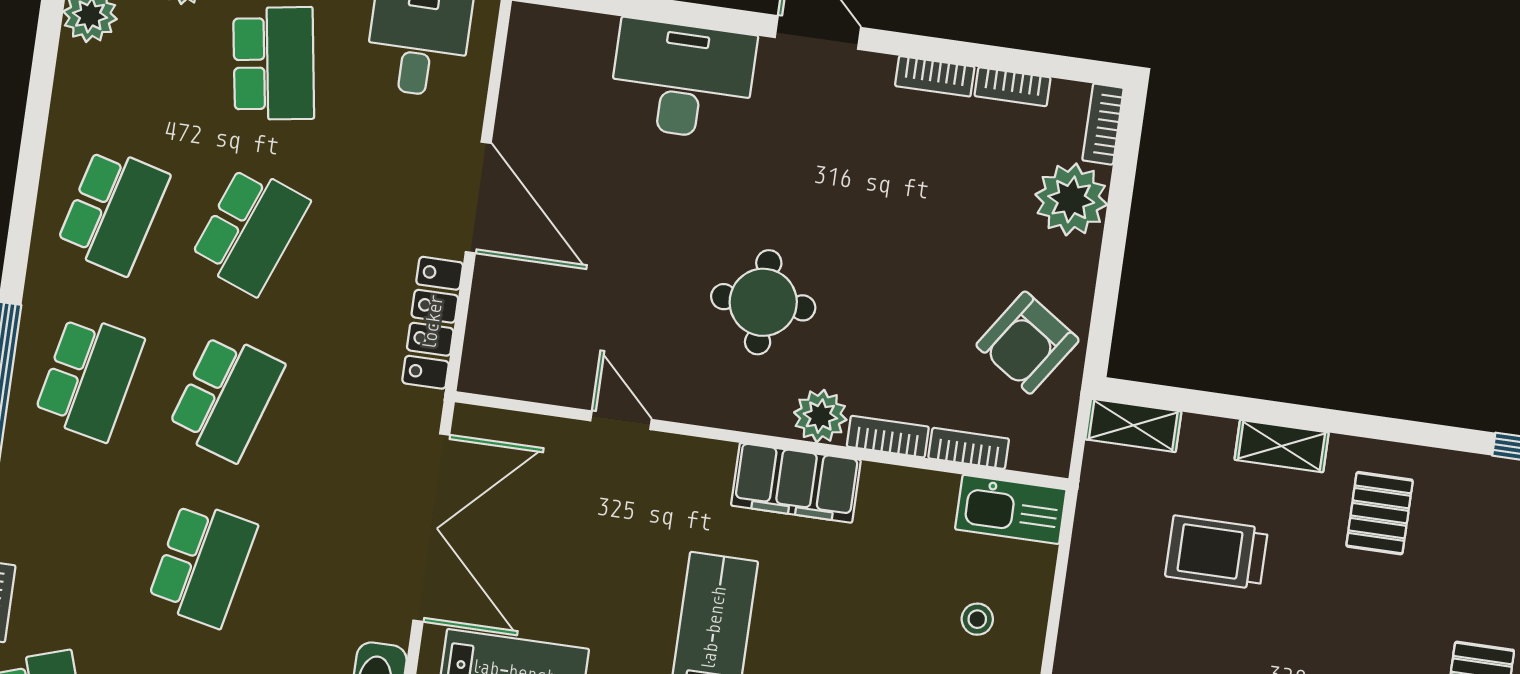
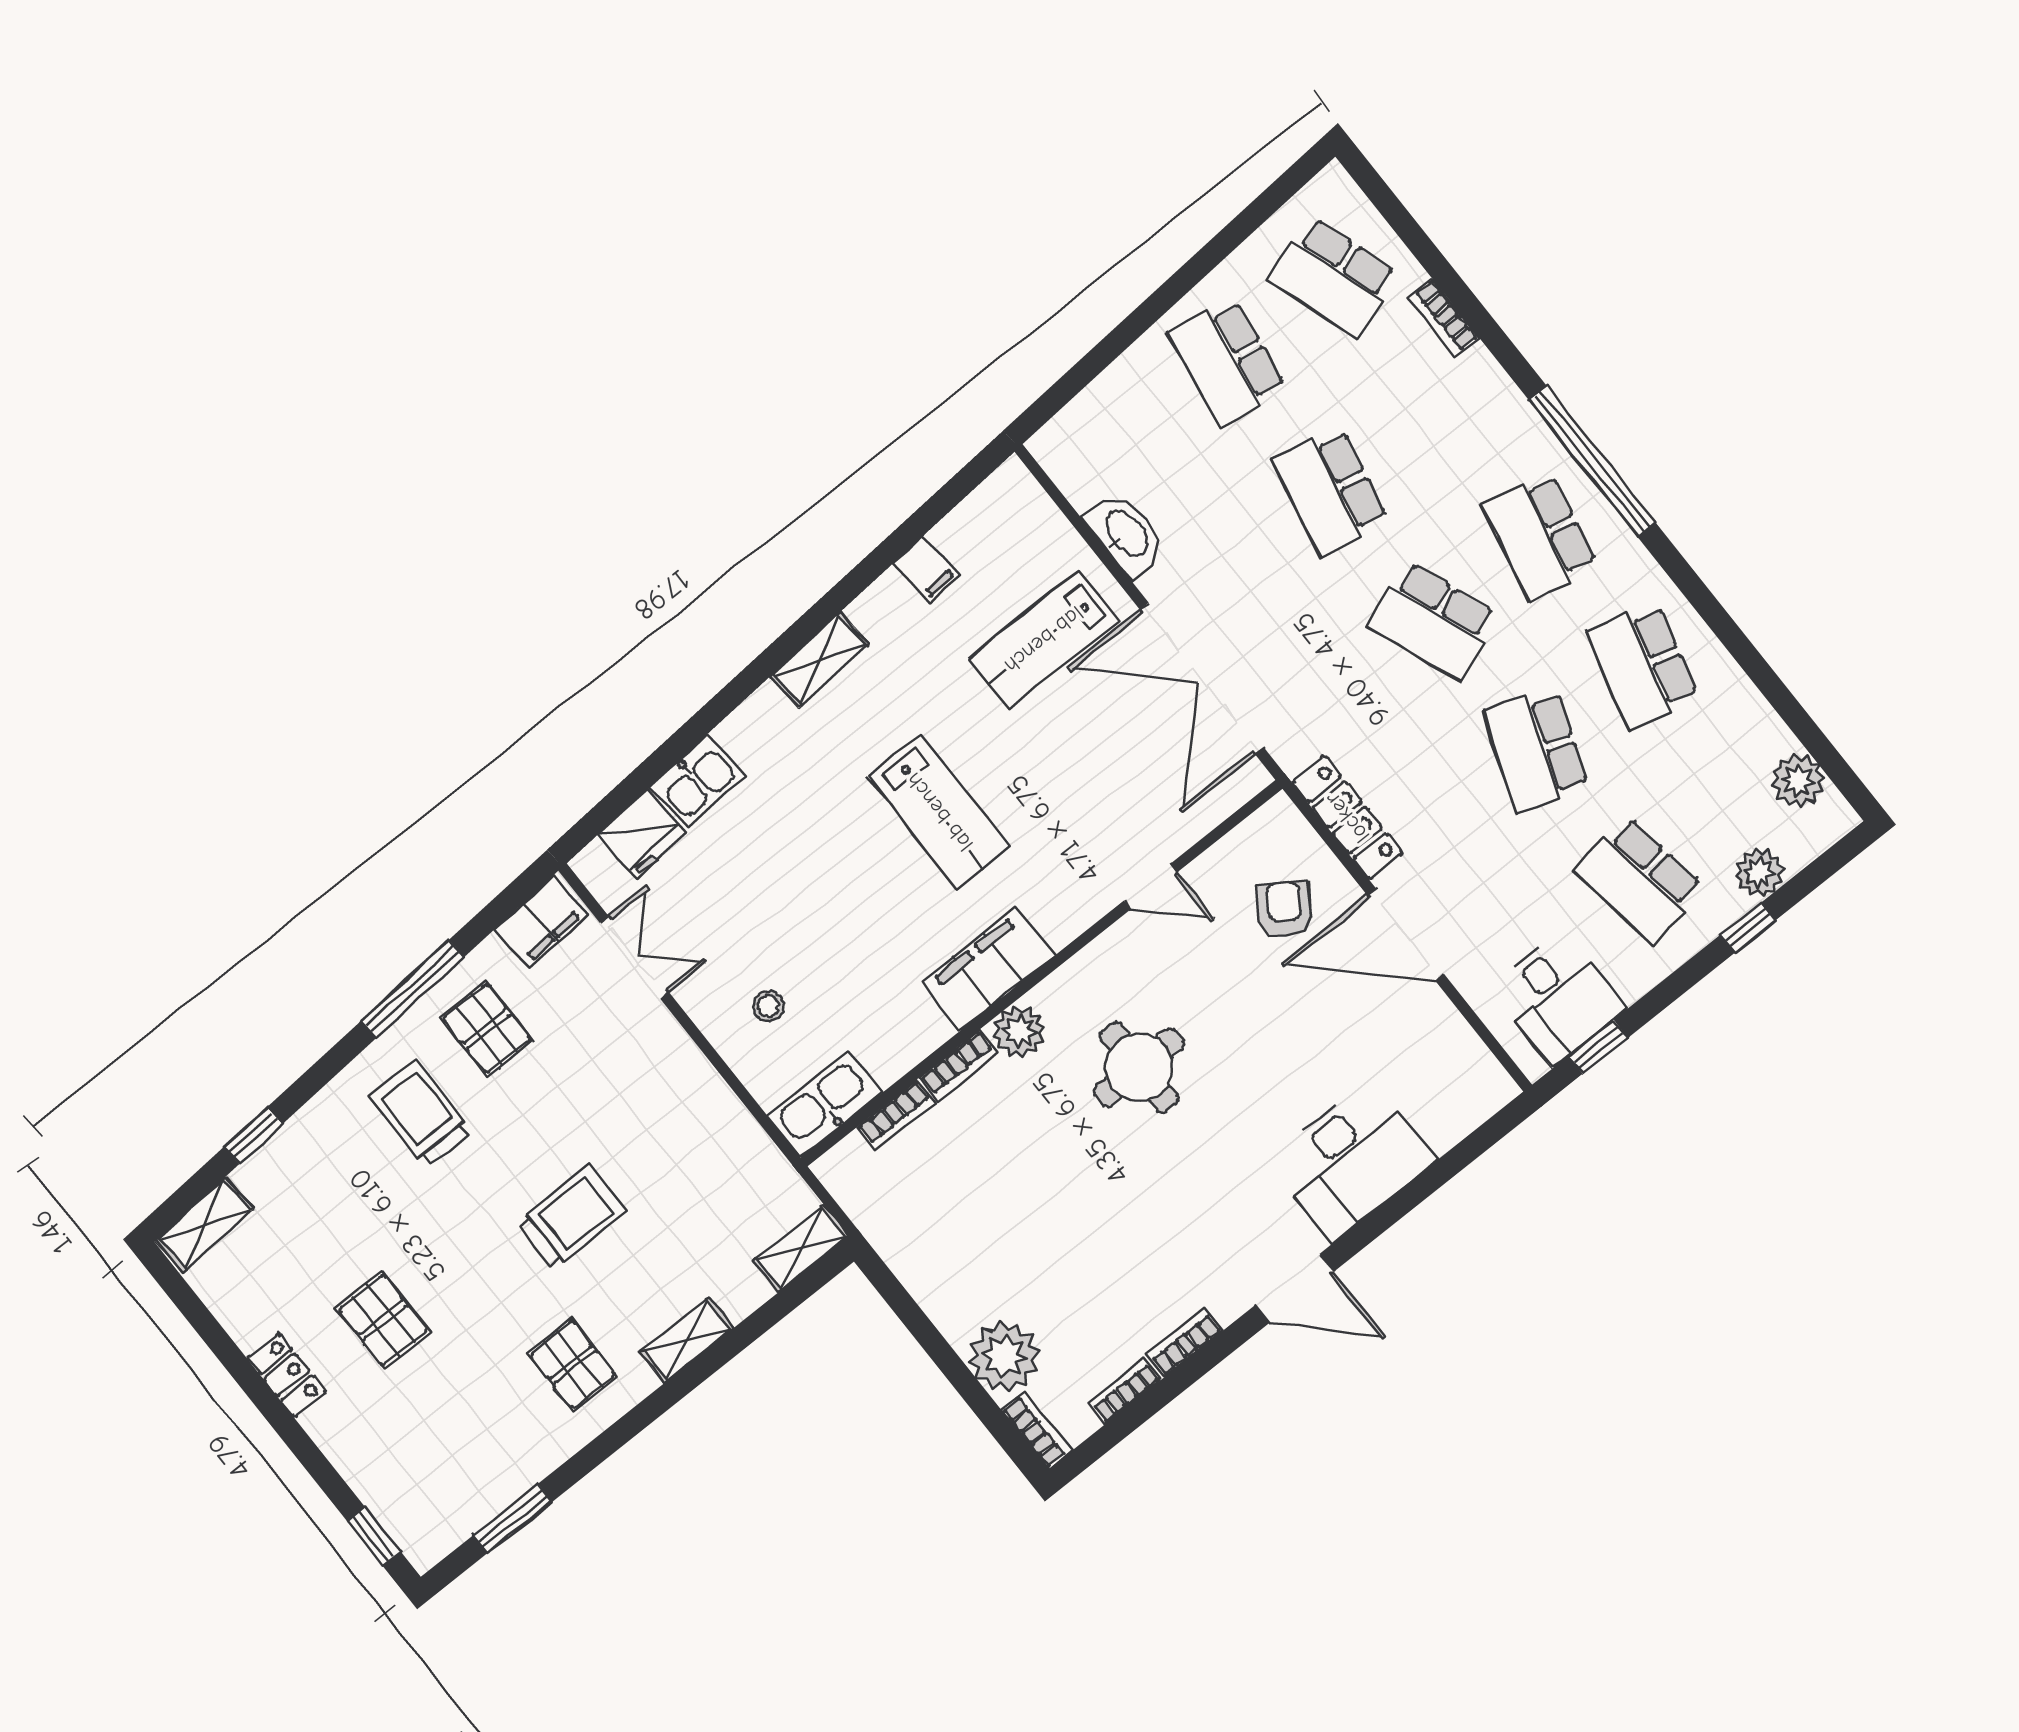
armchair: (1027, 343) -> (1284, 909), moved, width x0.72, depth x0.72
school desk: (226, 397) -> (1433, 621), turned -39
trolley: (1217, 552) -> (571, 1217), moved

